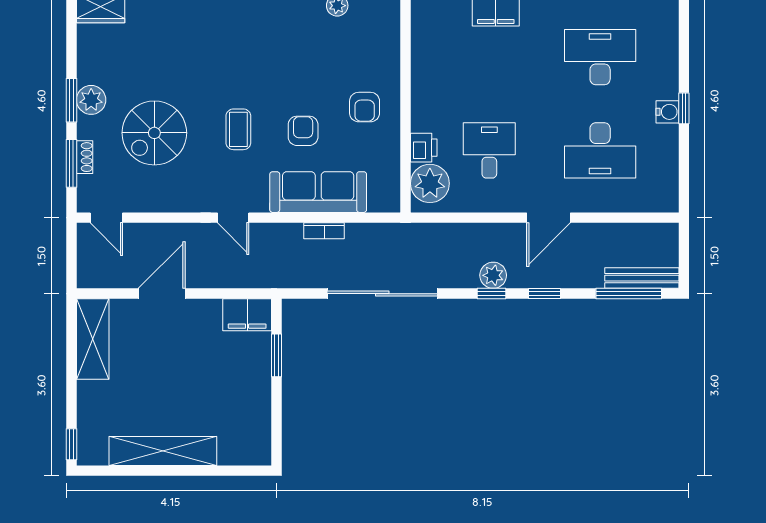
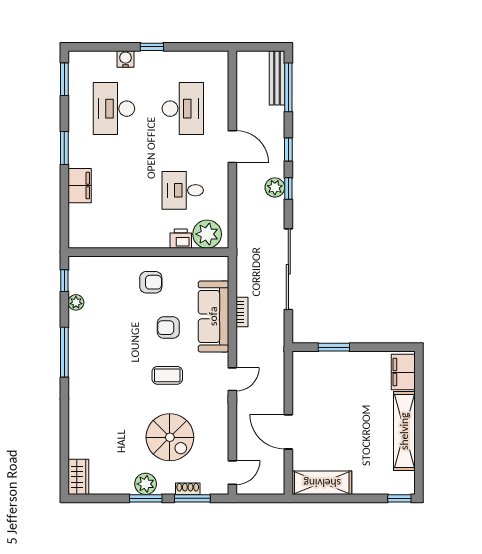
water cooler: (667, 112) -> (125, 59), moved
filing cabinet: (247, 315) -> (403, 372), moved, turned 180

